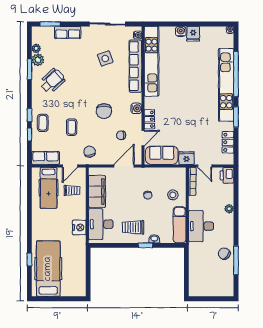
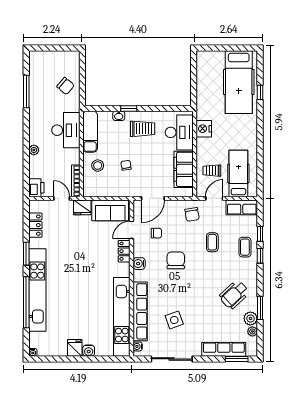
row of seats: (68, 33) -> (224, 349), width x1.48
chair: (224, 254) -> (66, 86), moved

